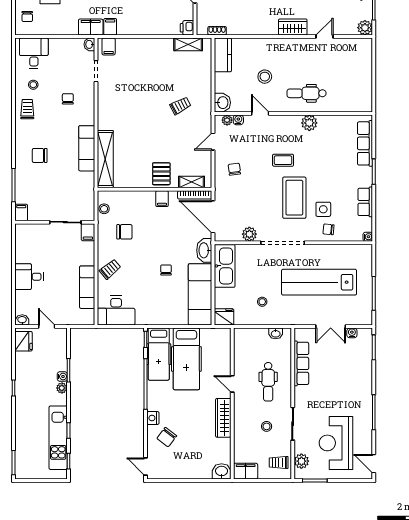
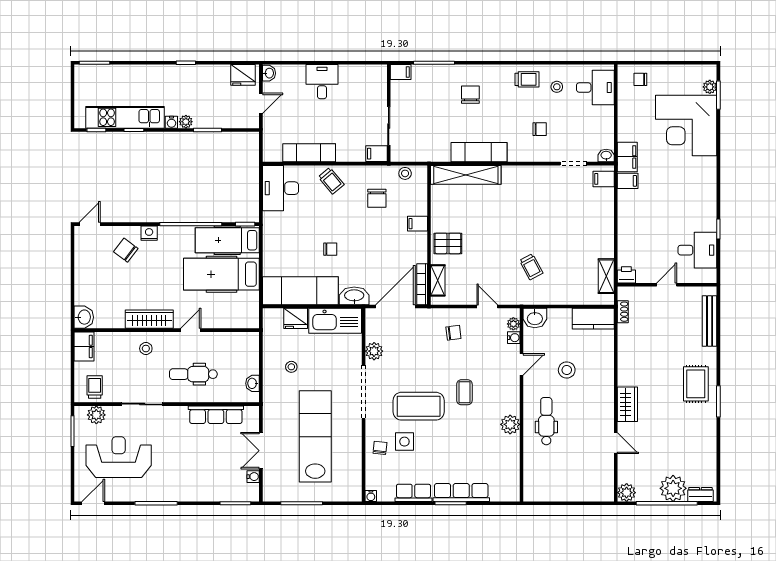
row of seats: (365, 143) -> (461, 493), moved
filing cabinet: (162, 199) -> (417, 224), moved
fridge: (224, 317) -> (296, 318), moved, turned 90
water cooler: (62, 377) -> (171, 122), moved
stool: (267, 426) -> (146, 349), moved

